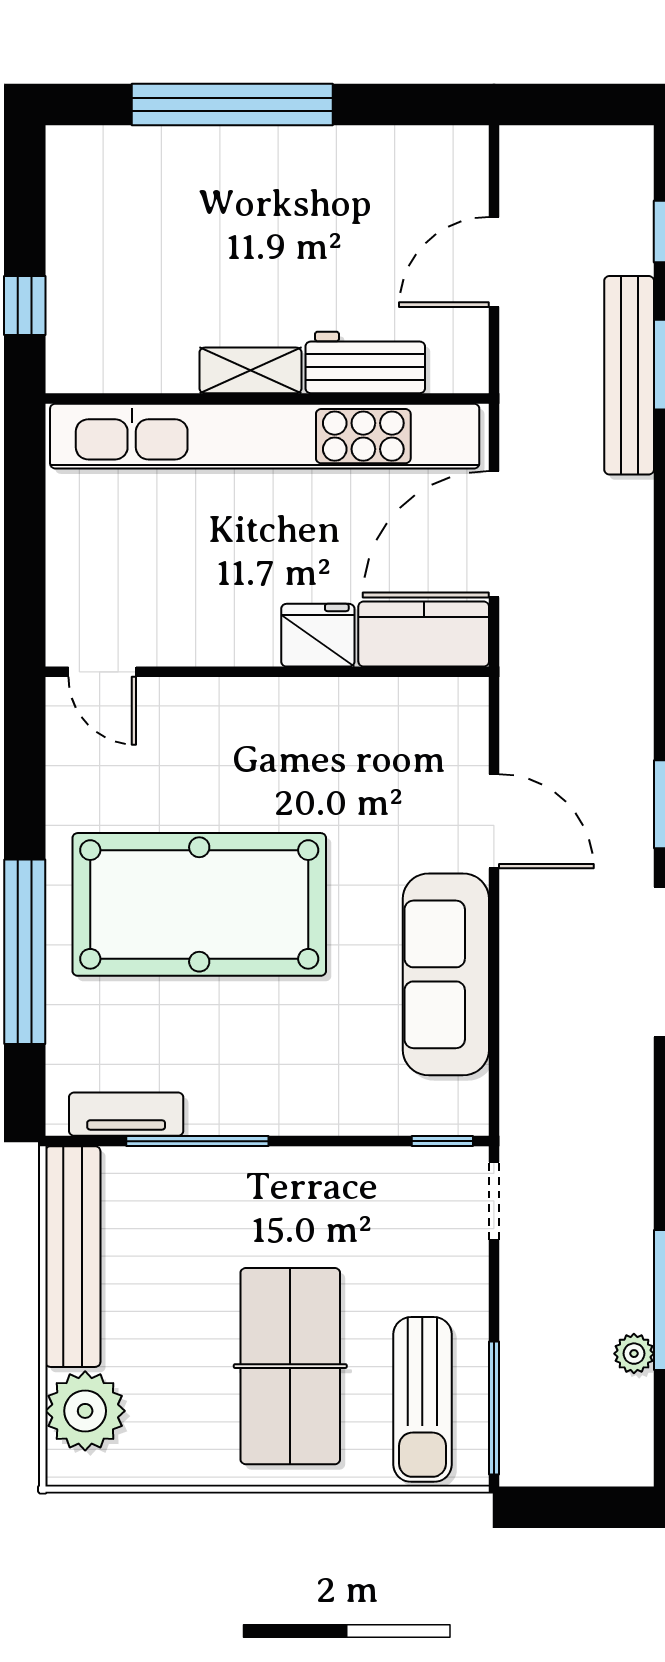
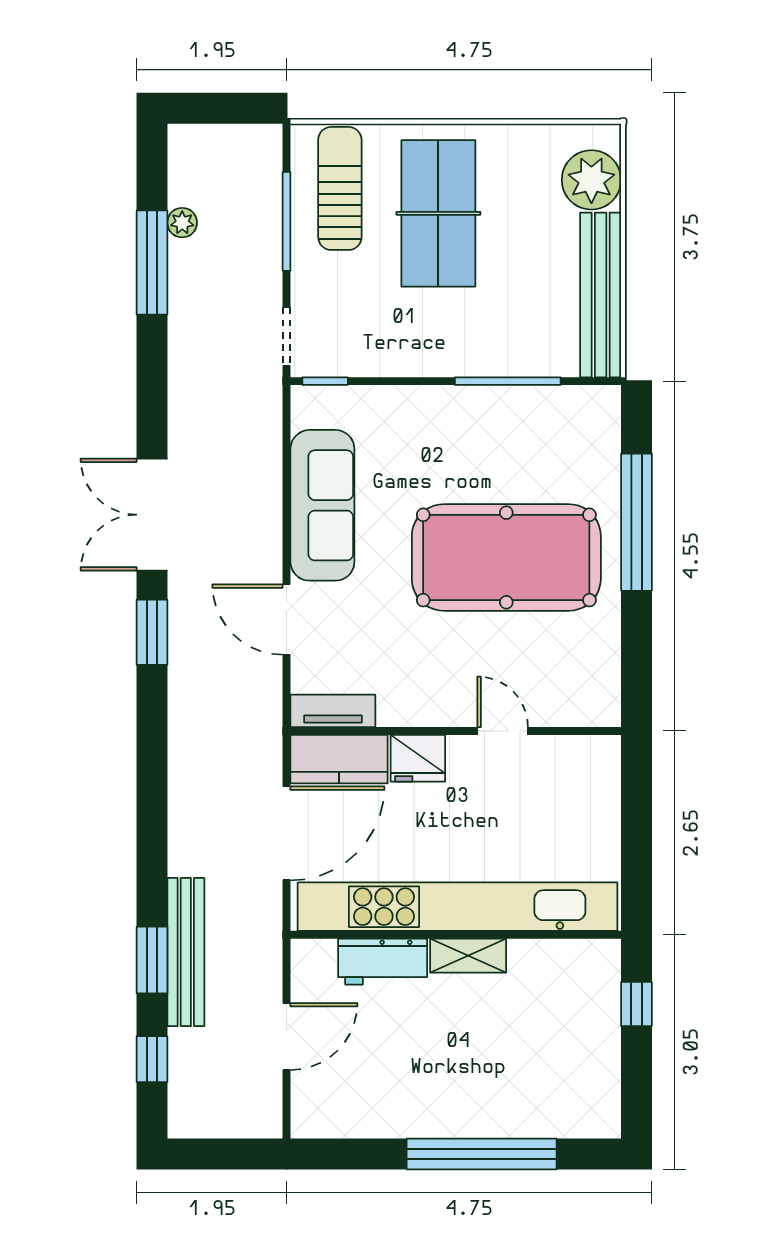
door: (102, 672) -> (503, 731), moved
tv unit: (126, 1114) -> (333, 711), moved, turned 180
window: (494, 1408) -> (287, 221), moved

